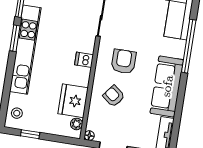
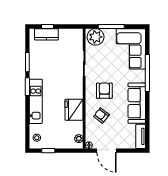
kitchen unit: (25, 50) -> (36, 101), width x0.73
dishwasher: (84, 60) -> (77, 94), removed
fridge: (73, 101) -> (74, 110), moved

